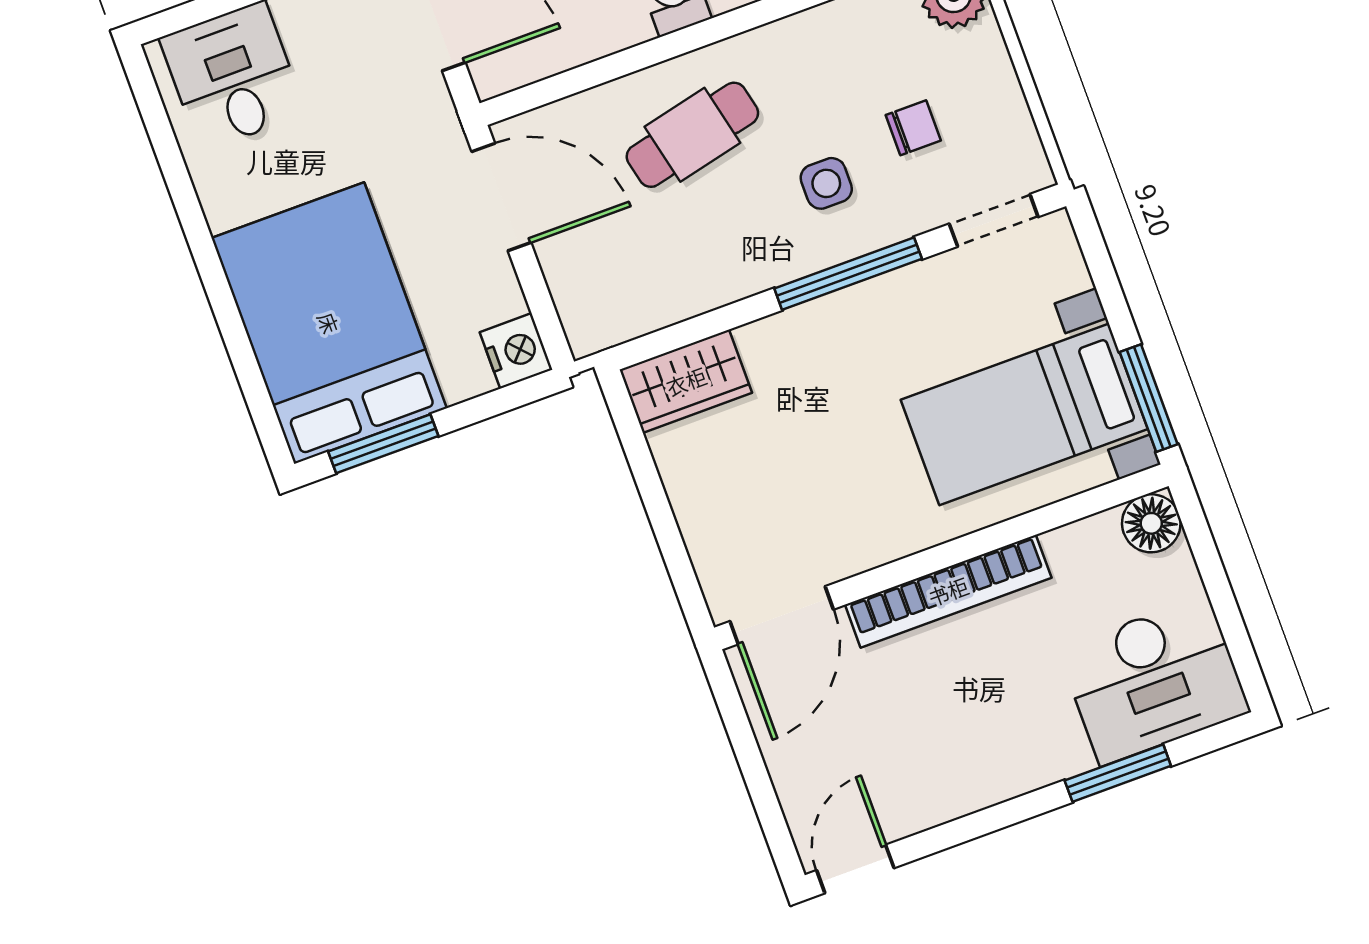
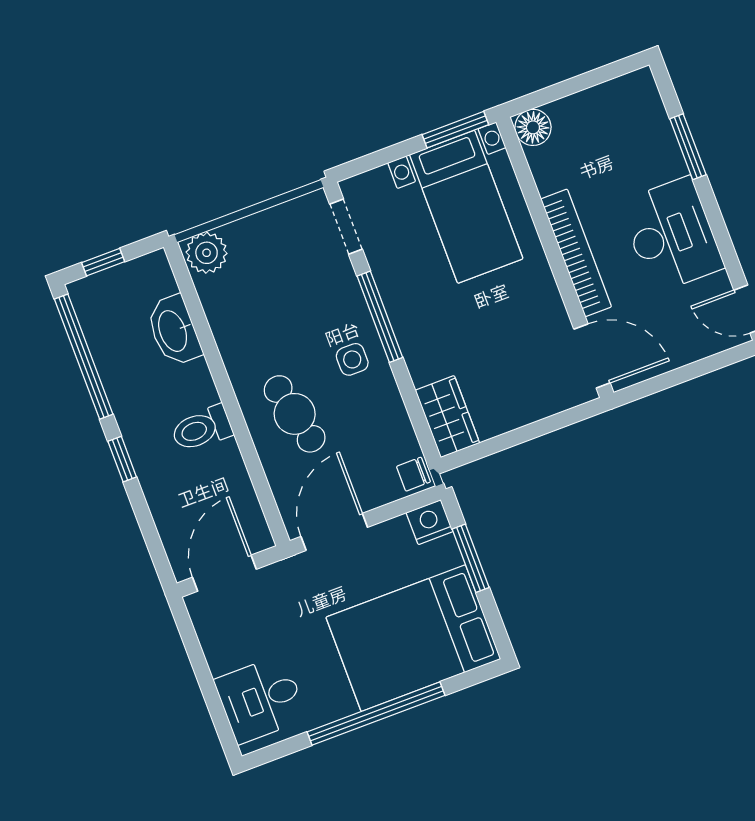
chair: (913, 128) -> (413, 474), moved, turned -90
side table: (826, 183) -> (352, 359), moved
window: (208, 262) -> (376, 714), added
window: (383, 444) -> (471, 558), moved
desk: (1154, 680) -> (672, 235), moved

